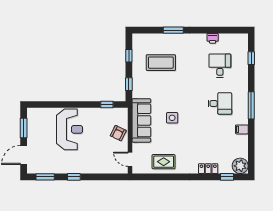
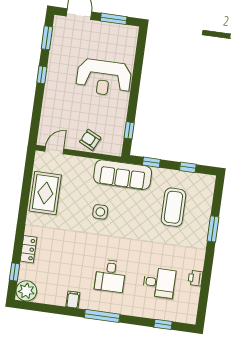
sofa: (141, 120) -> (123, 175), moved
rug: (164, 162) -> (45, 193), width x1.36, depth x1.43

